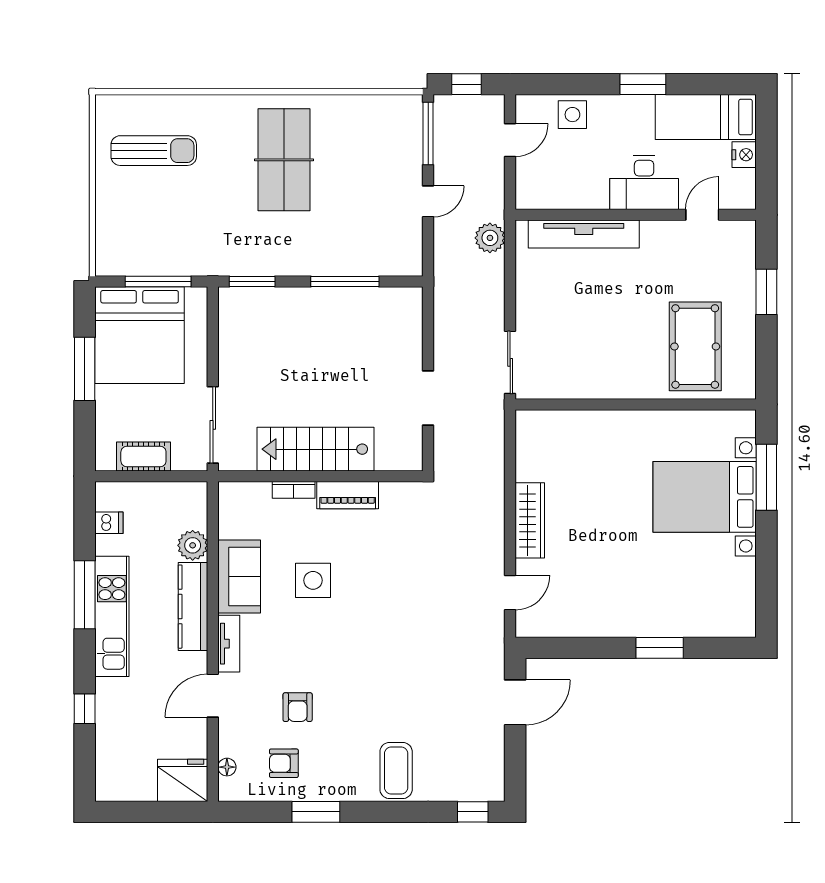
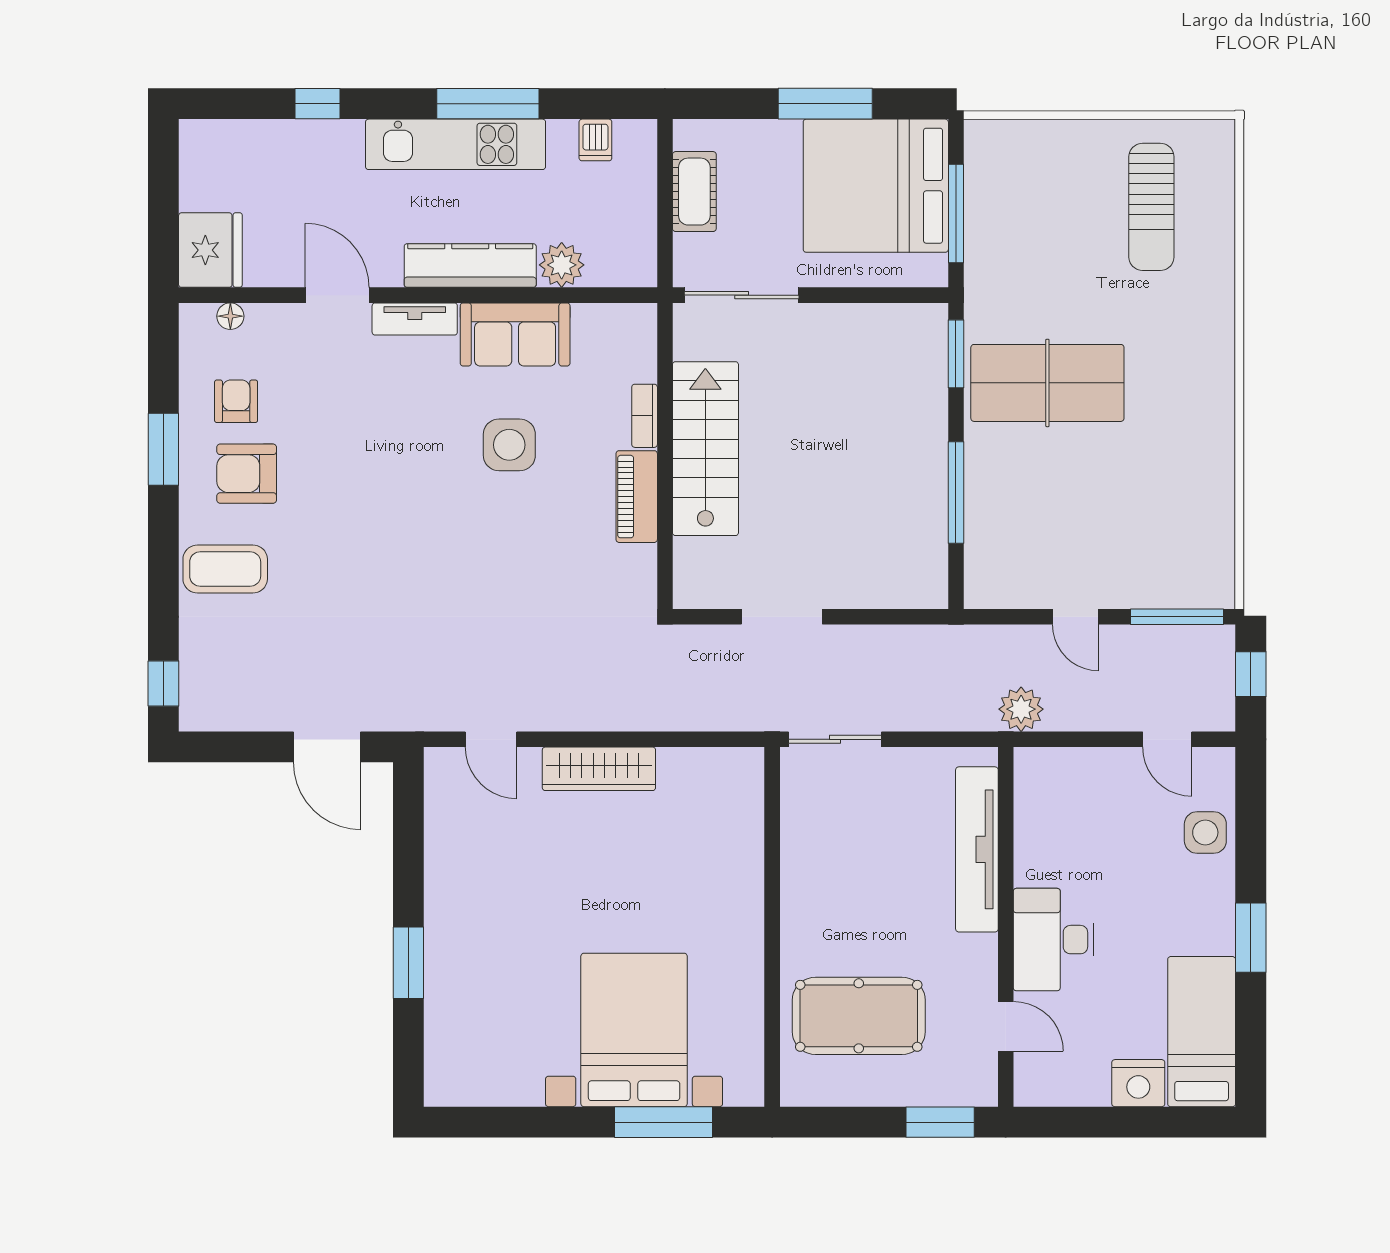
nightstand: (744, 155) -> (1138, 1083), width x1.36, depth x1.33
table tennis table: (284, 160) -> (1047, 383), moved
desk: (644, 183) -> (1054, 940), moved
wall: (636, 215) -> (1006, 927), moved
door: (702, 215) -> (1006, 1026), moved
tv unit: (584, 234) -> (977, 849), moved
armchair: (298, 707) -> (247, 474), moved, width x1.38, depth x1.38

